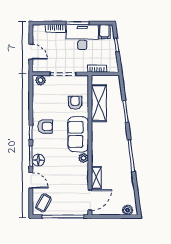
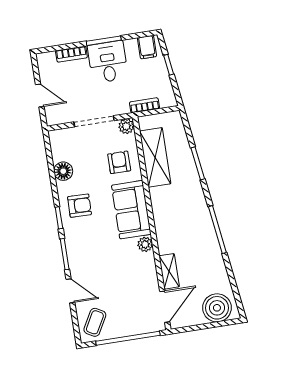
desk: (82, 37) -> (108, 62), width x0.73
plant: (41, 80) -> (126, 126), moved
floor lamp: (38, 160) -> (63, 171), moved
boiler: (128, 210) -> (217, 308), width x1.86, depth x1.86

